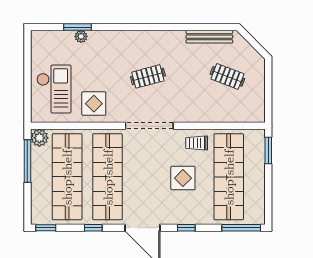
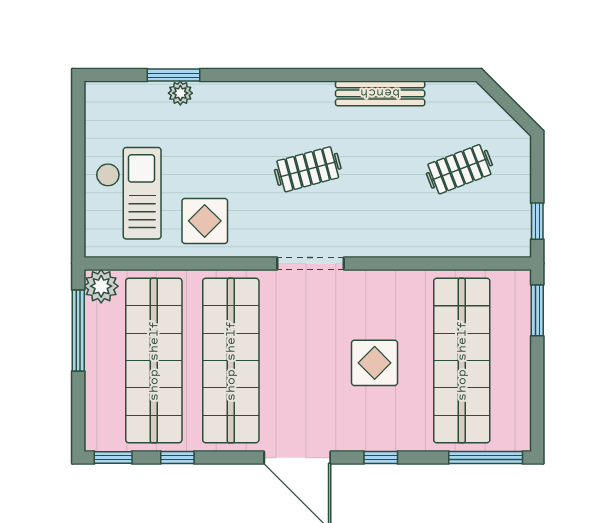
bench: (209, 37) -> (380, 93), moved
clothes rail: (227, 76) -> (459, 169), turned -42
window: (268, 104) -> (537, 221), added
doorway: (149, 126) -> (310, 263), width x0.73
trolley: (197, 143) -> (401, 296), removed
window: (93, 228) -> (177, 458), moved

